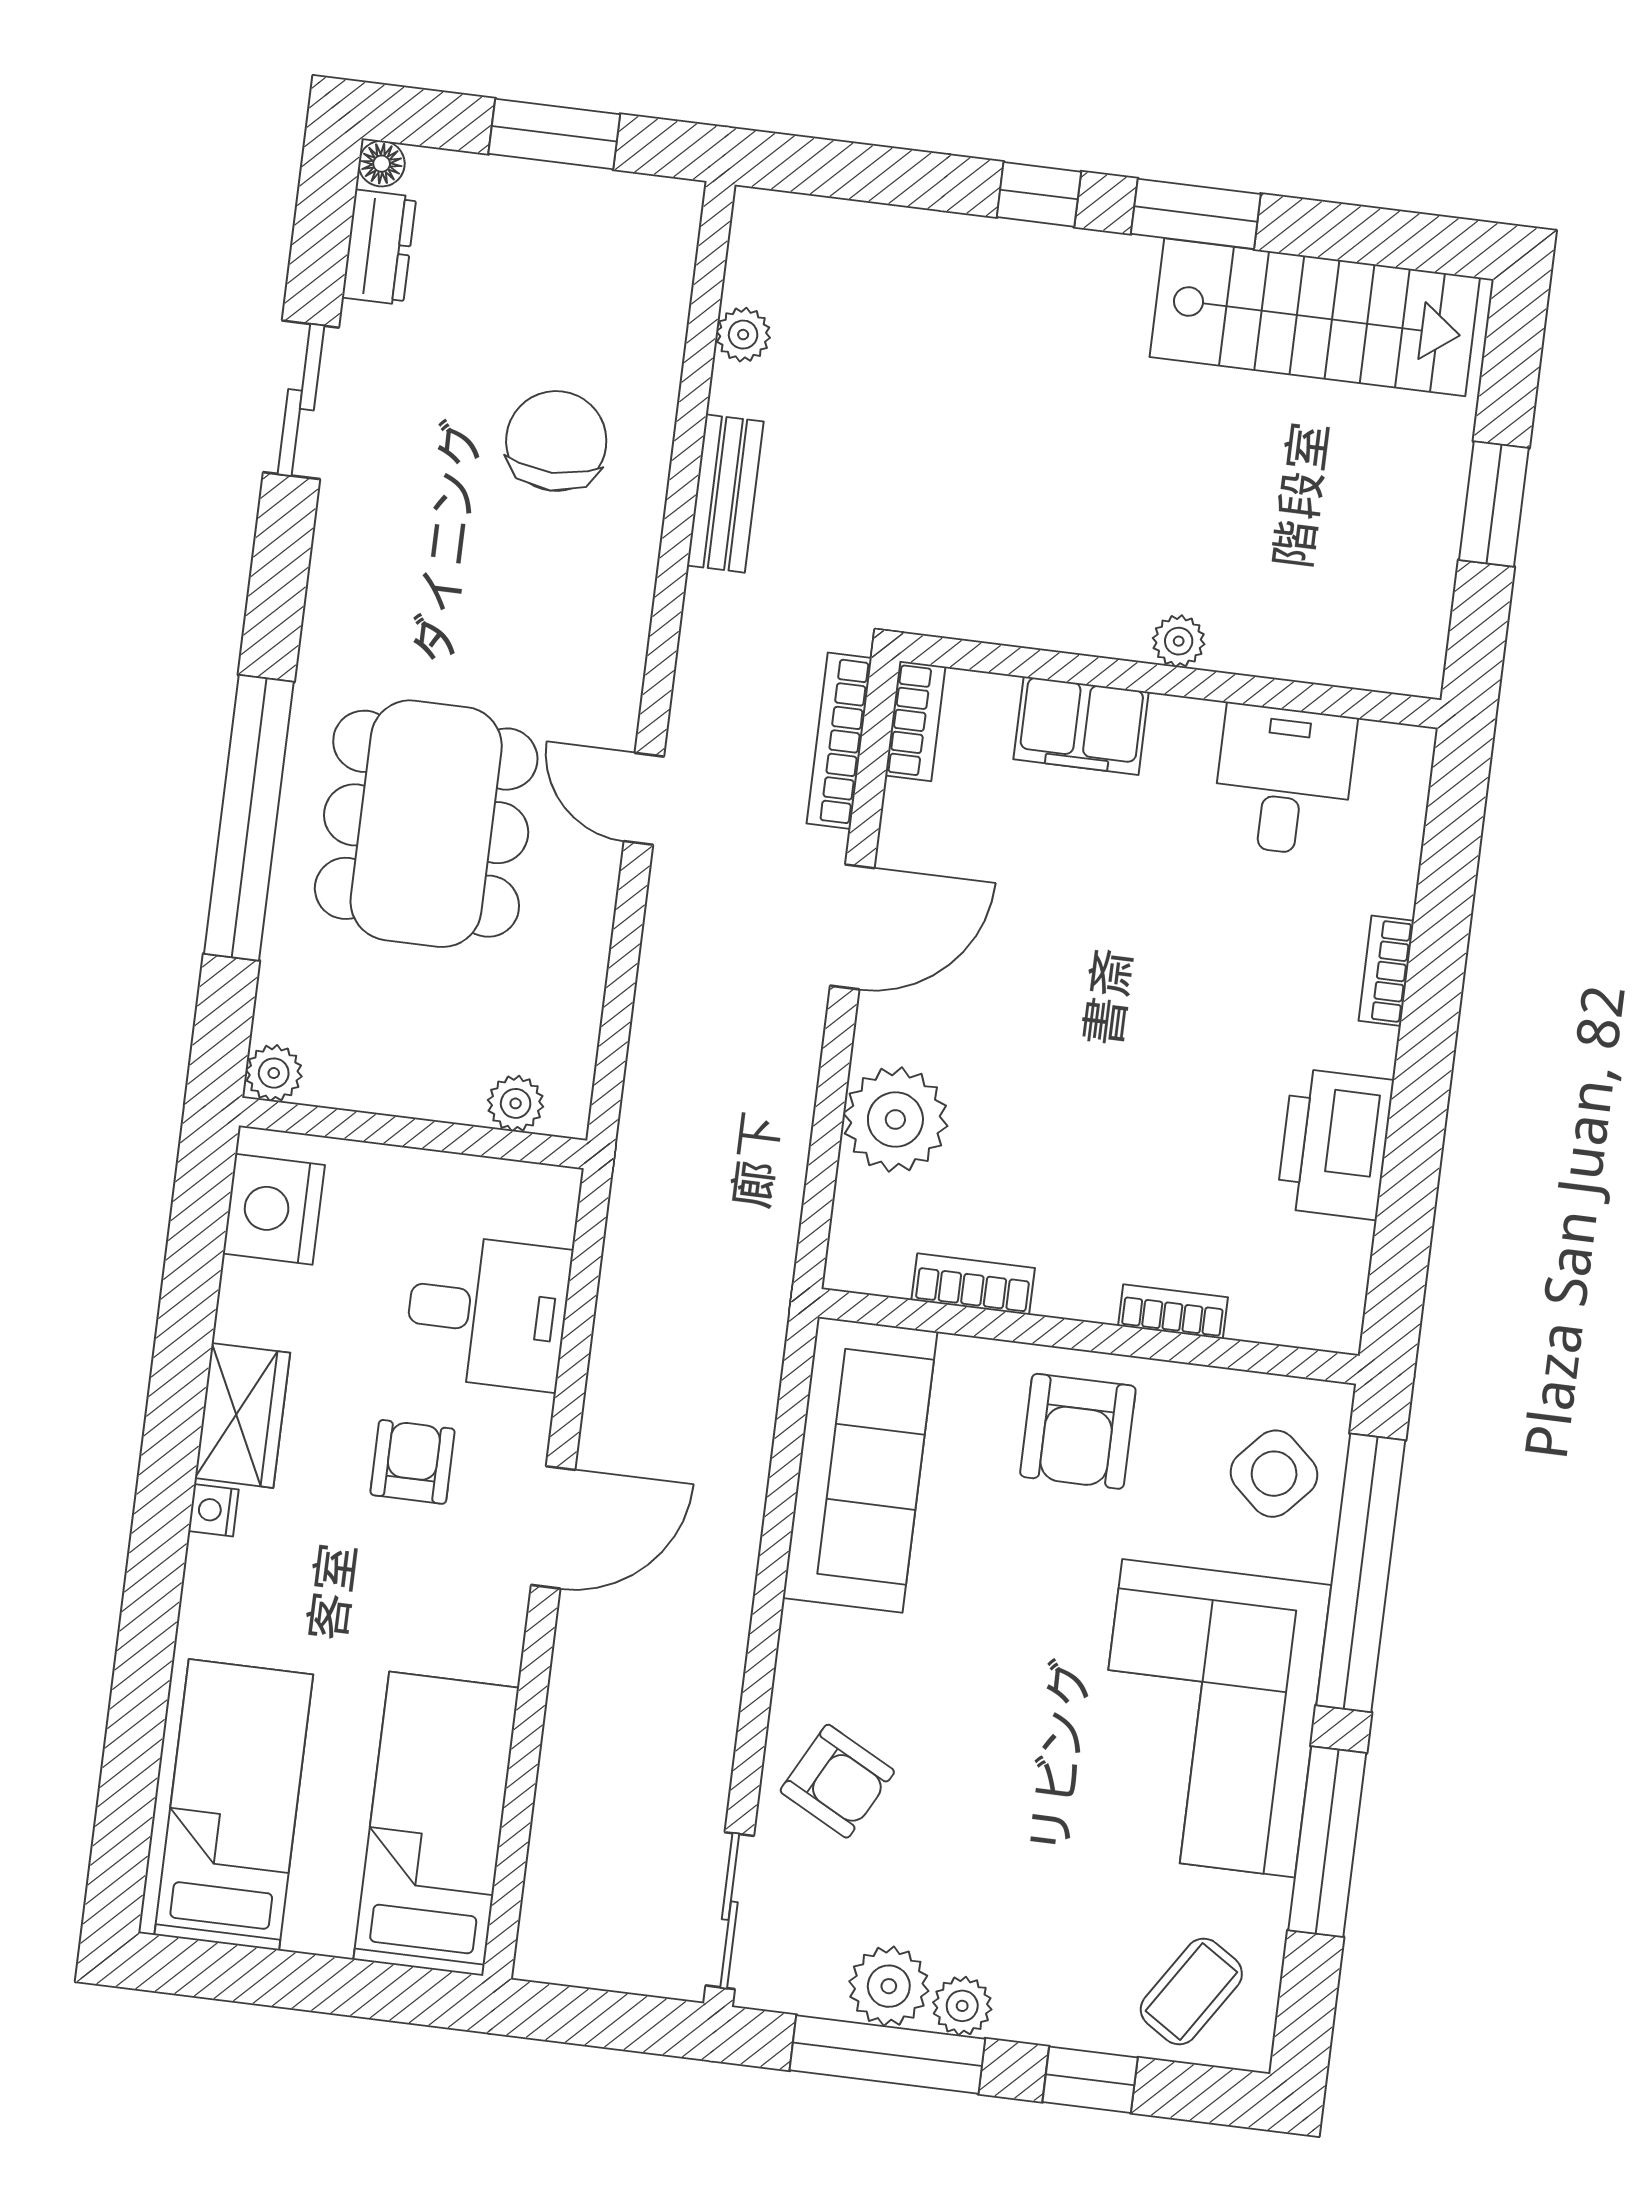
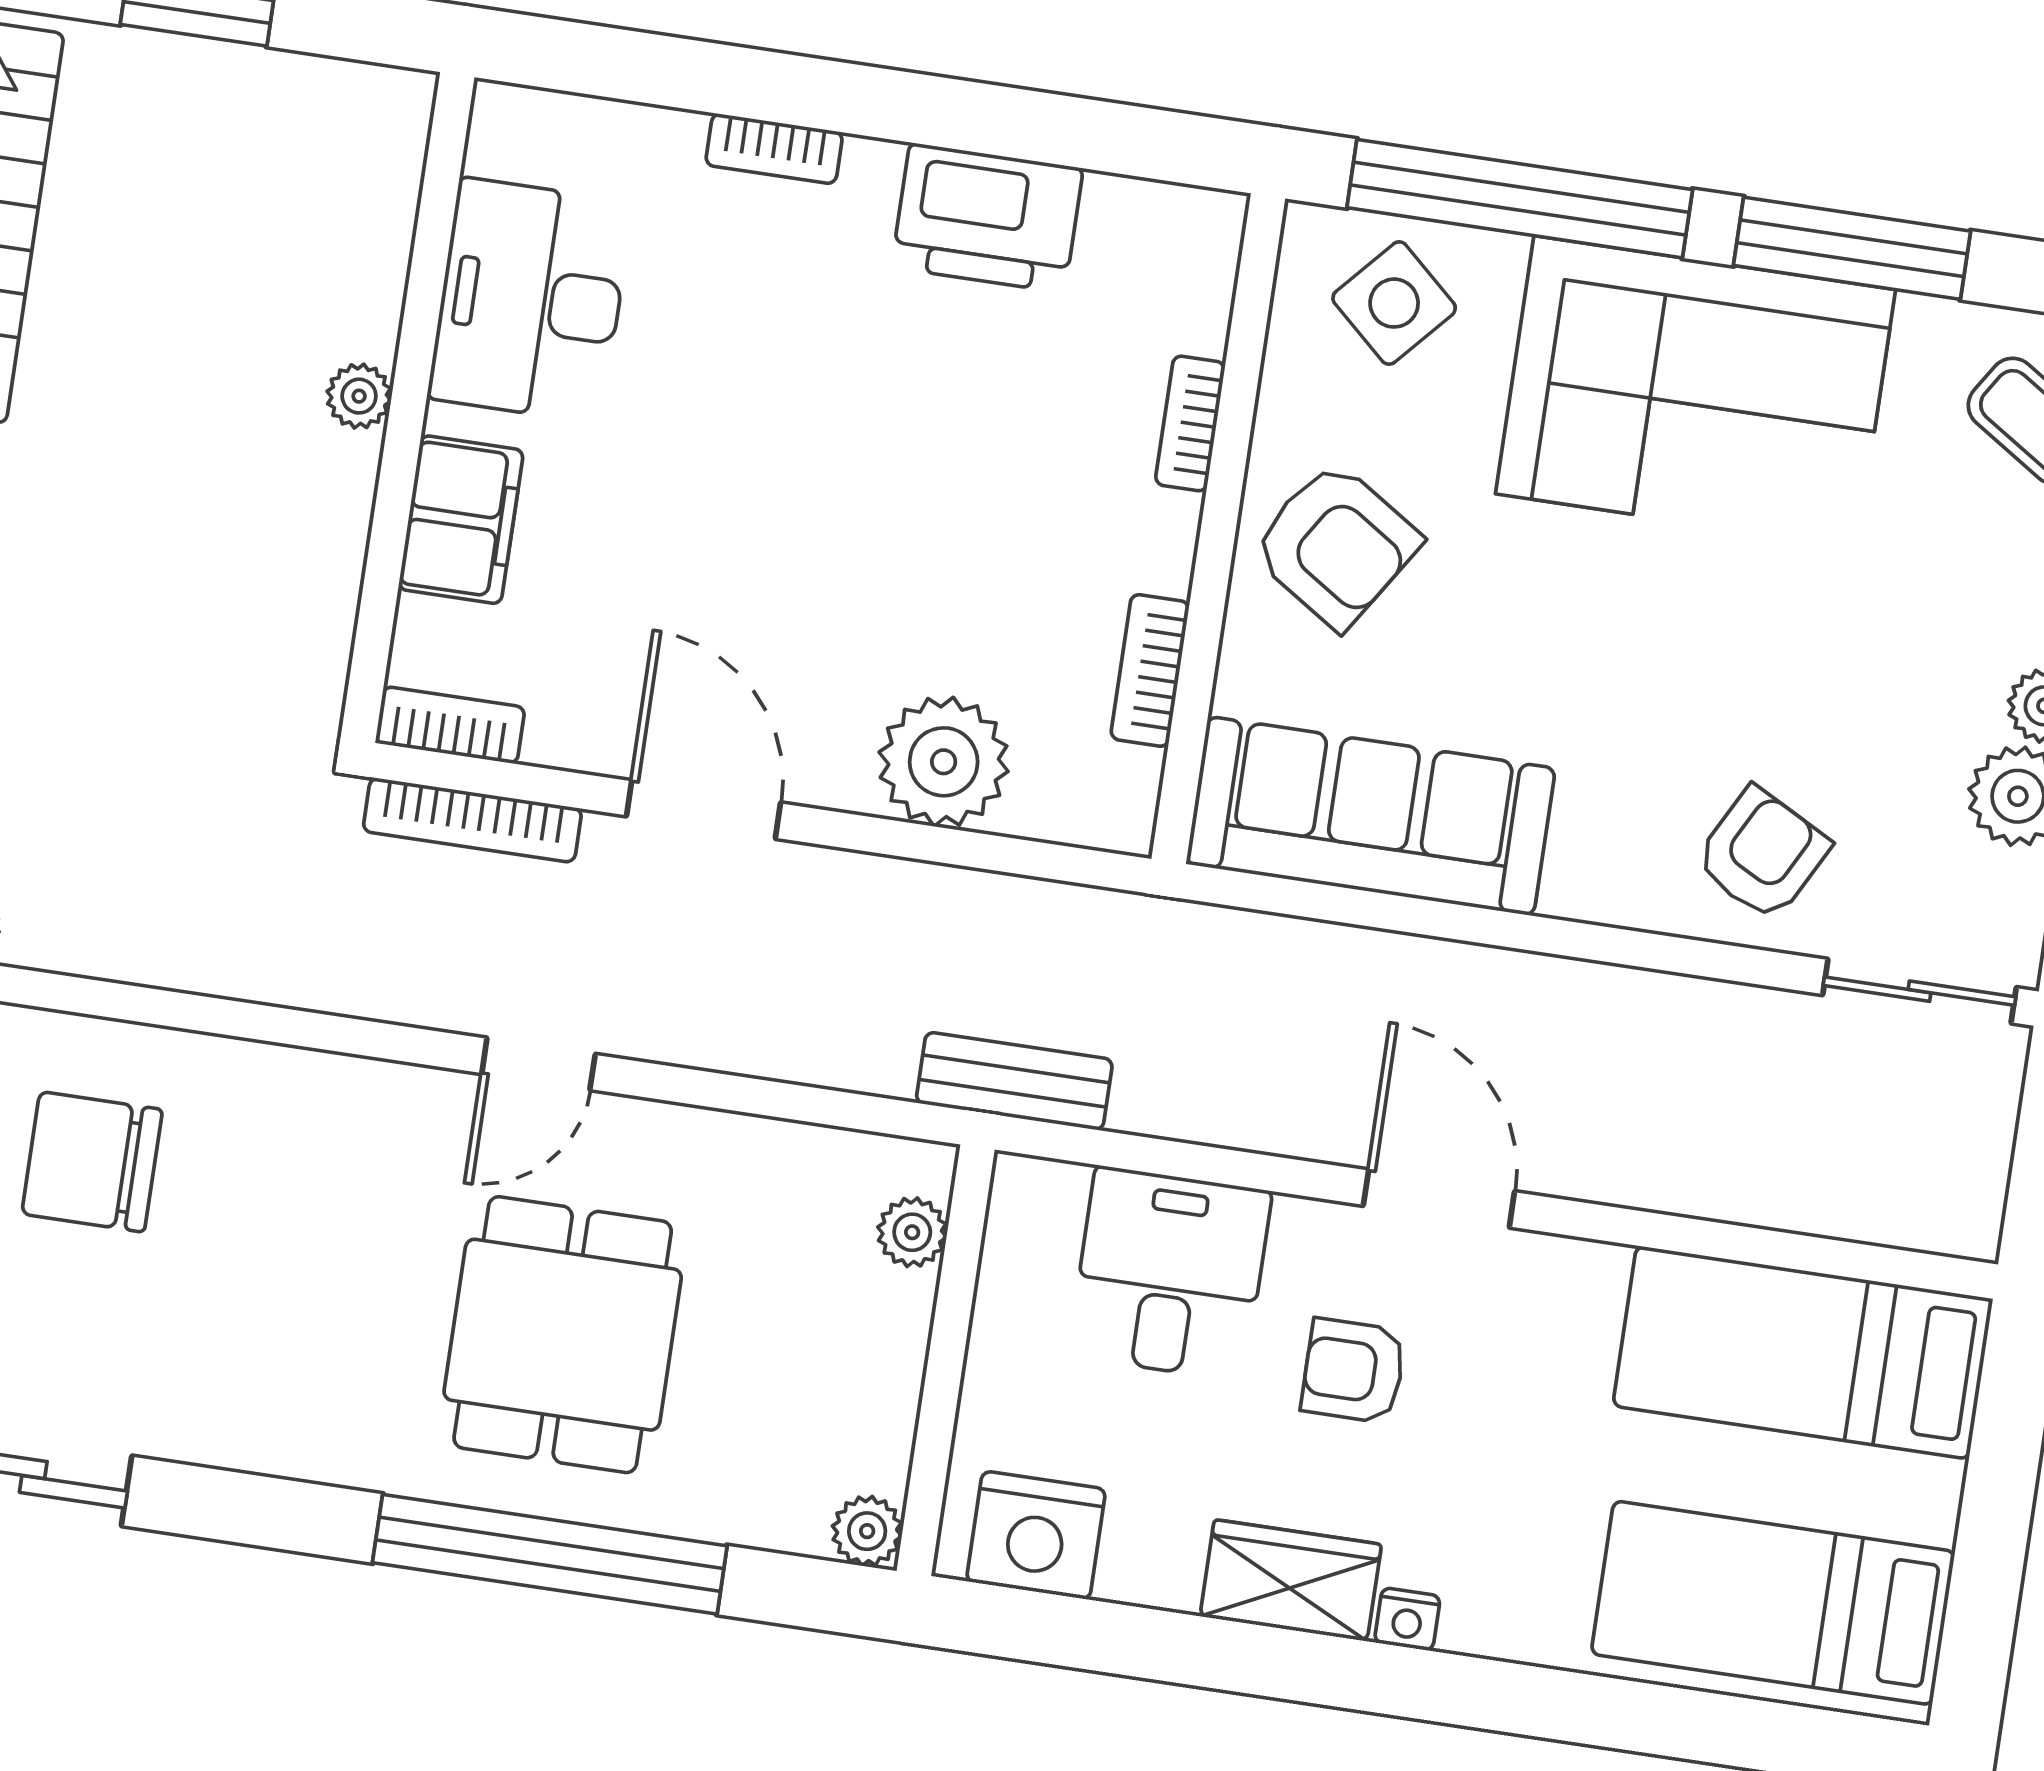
bench: (725, 493) -> (1014, 1081), moved
desk: (1284, 780) -> (530, 300), width x1.37
dining table: (426, 824) -> (563, 1335), width x0.73
armchair: (1078, 1431) -> (1336, 545), turned 33

